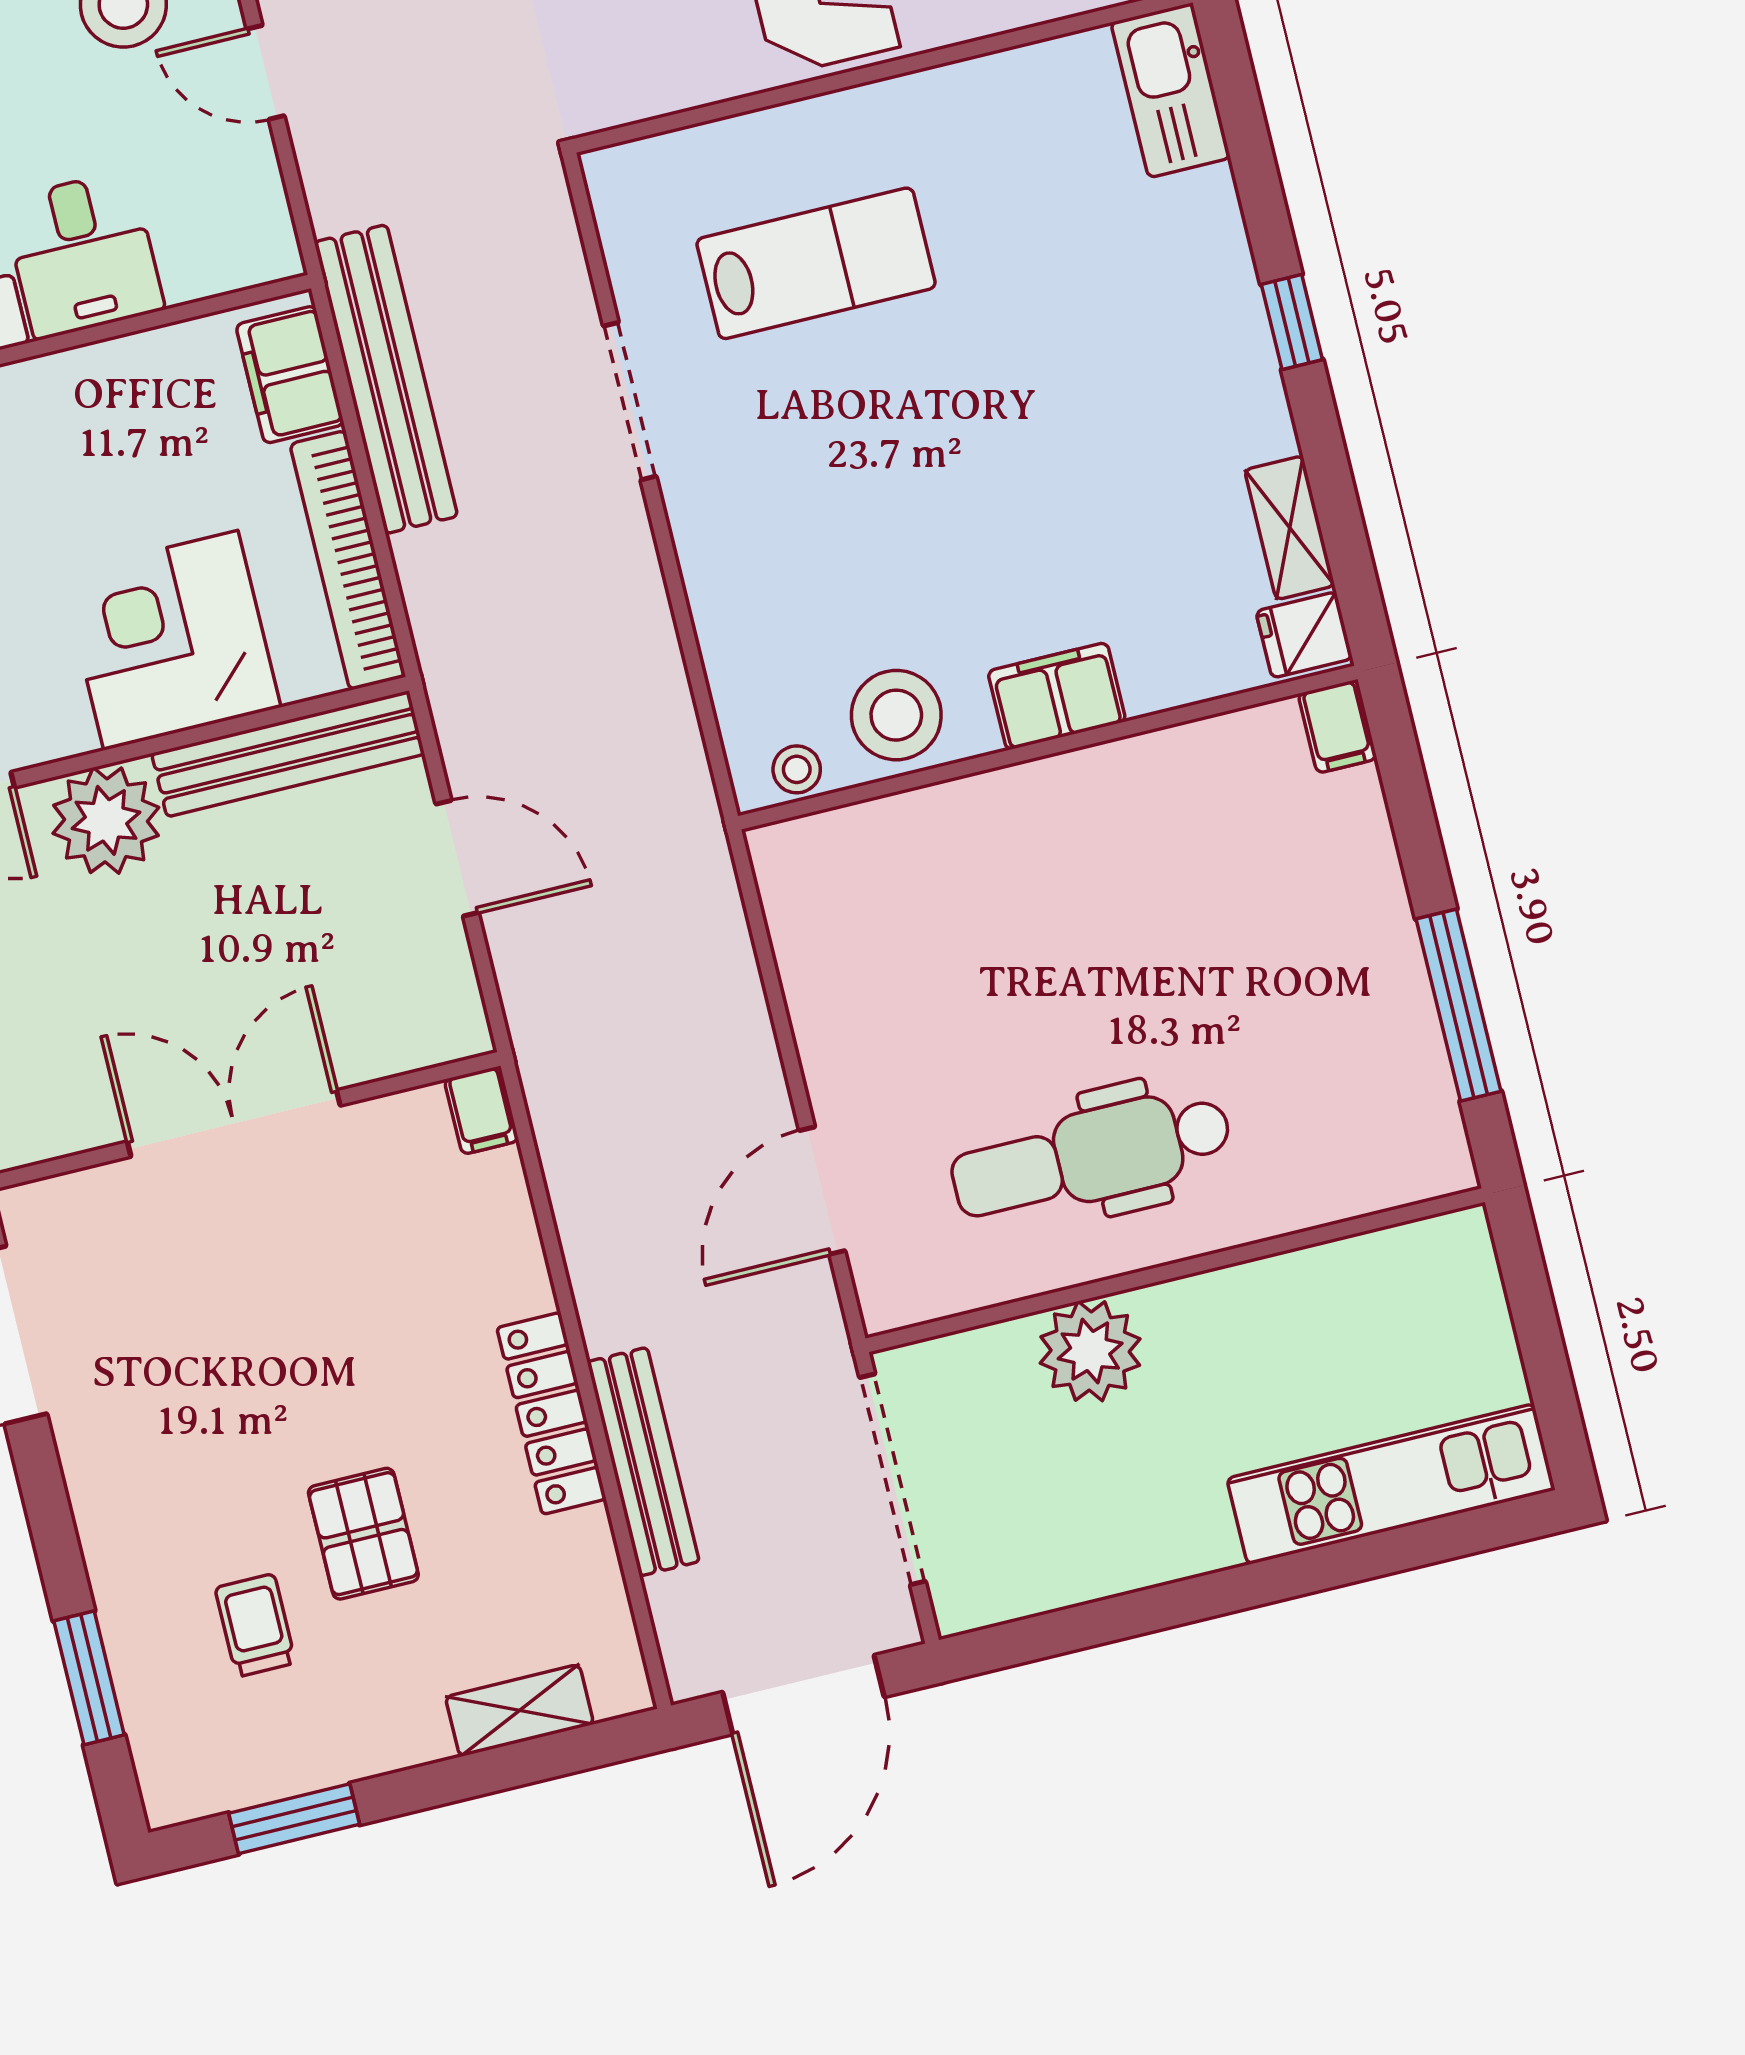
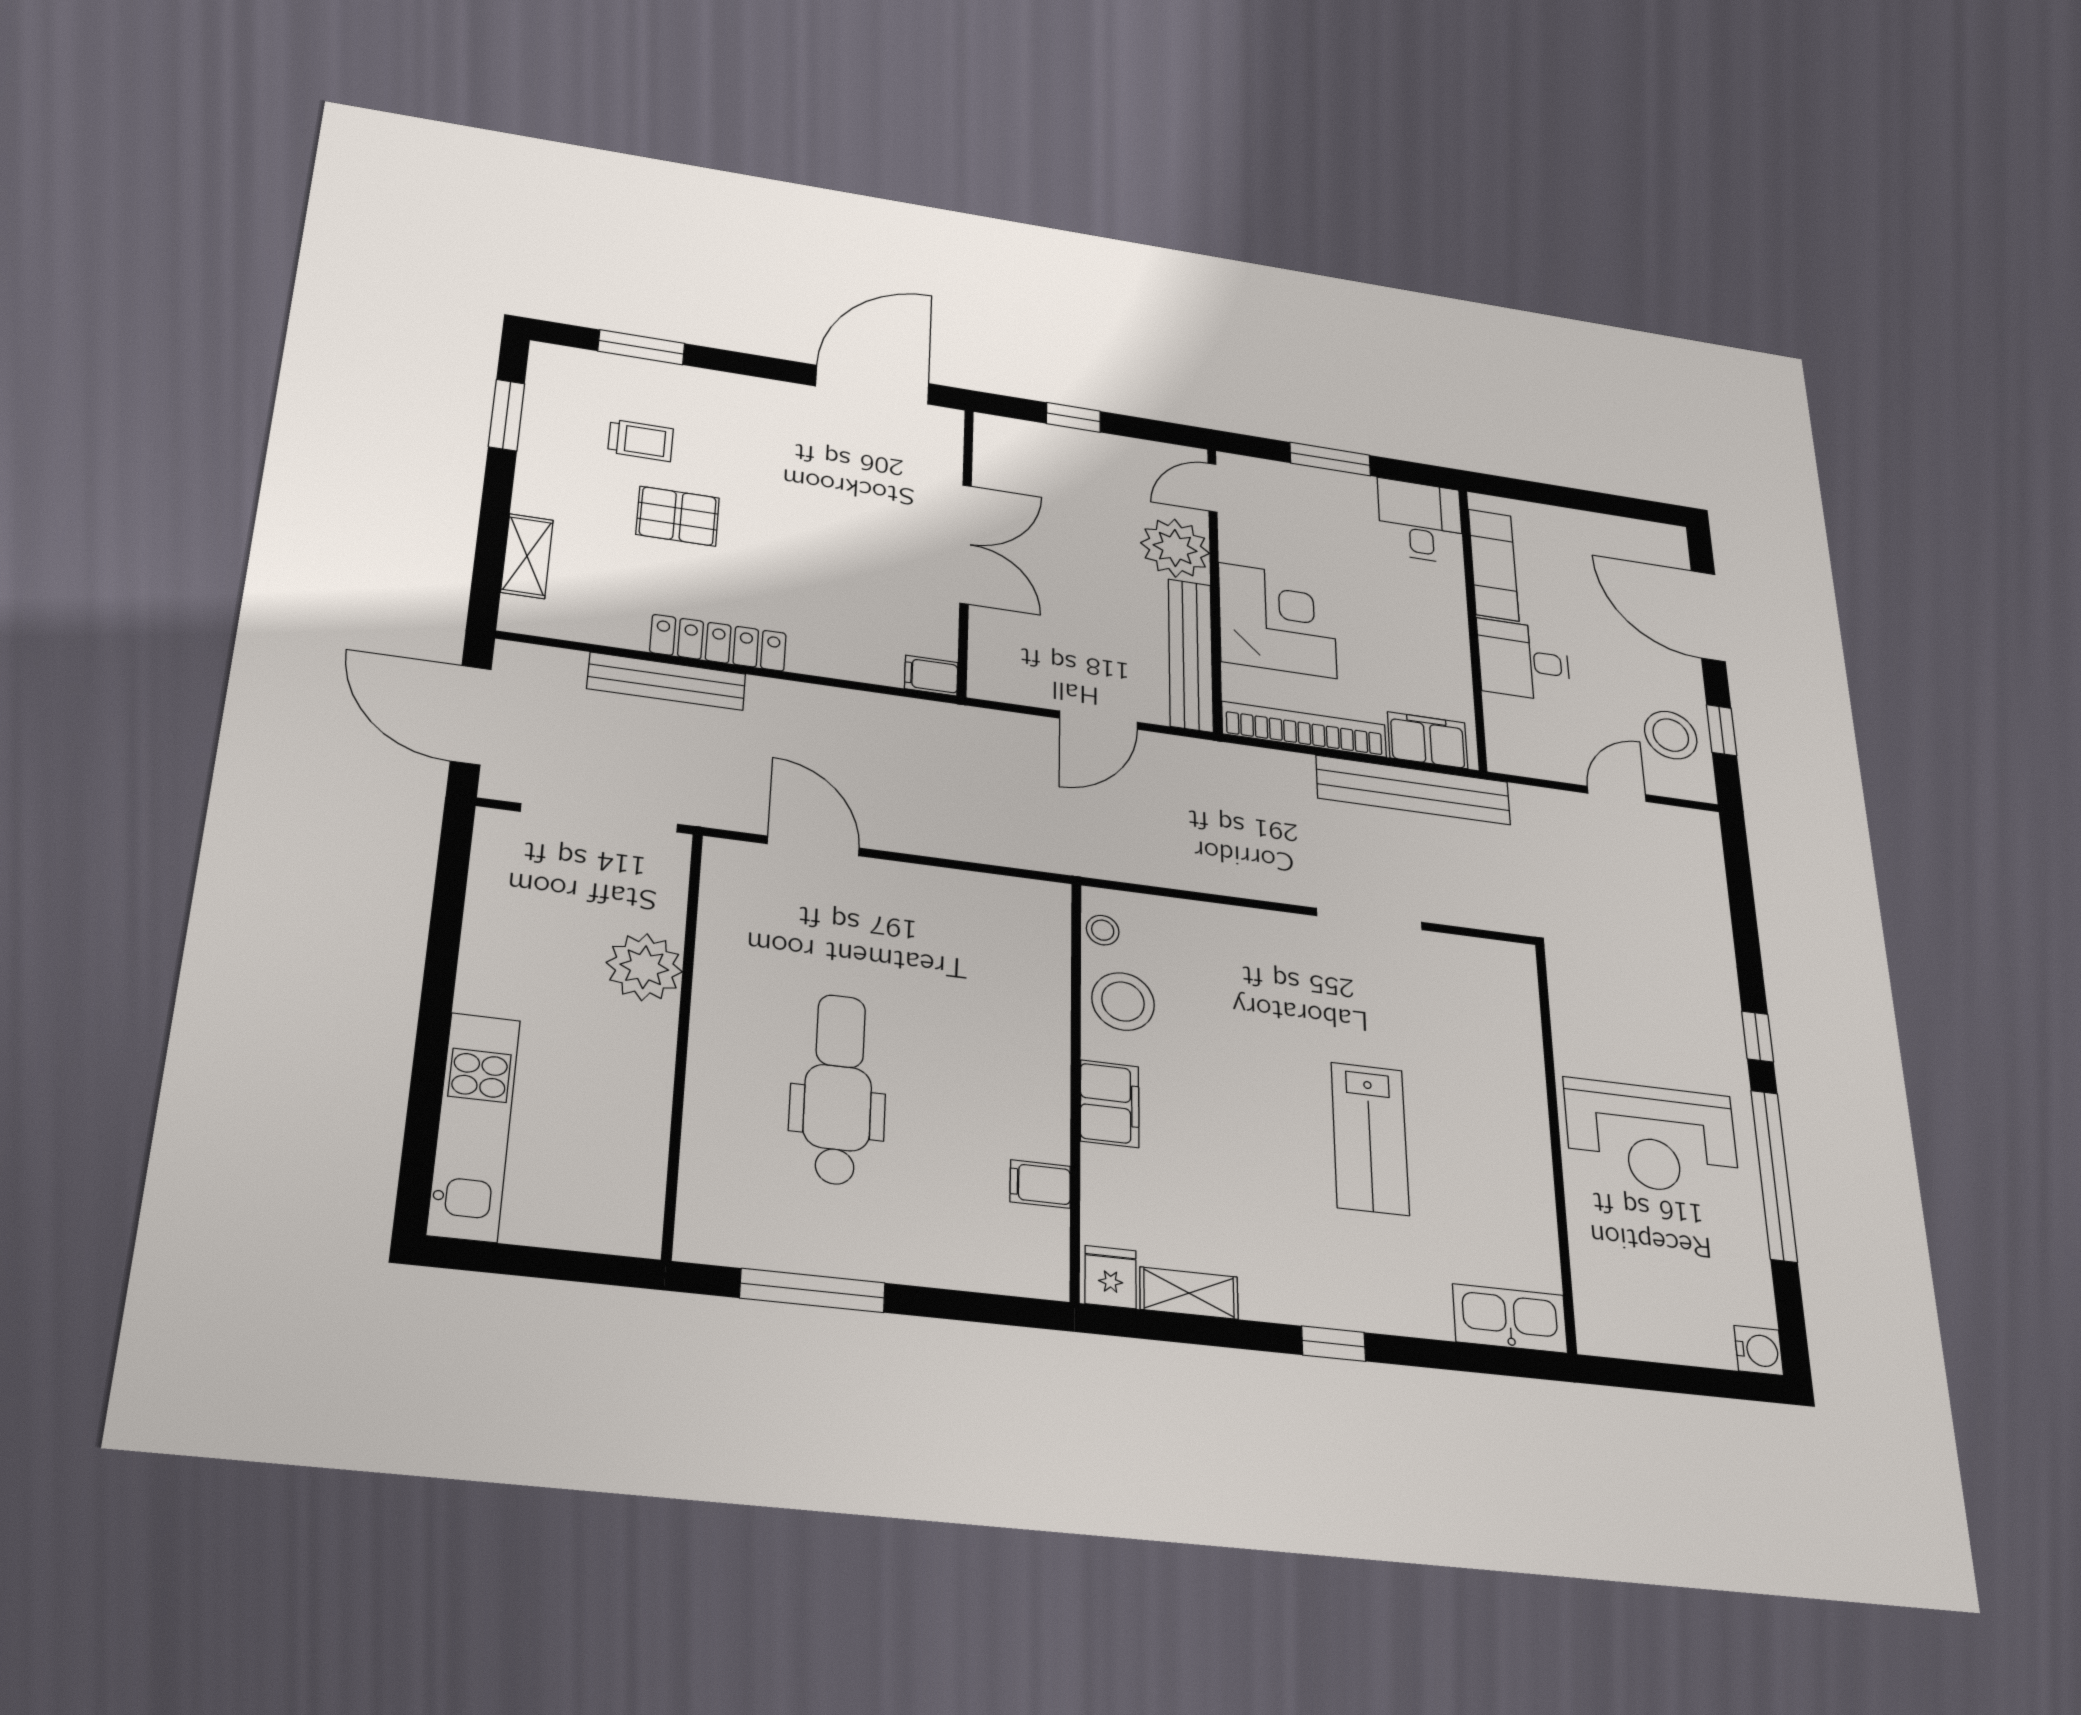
lab bench: (816, 263) -> (1370, 1138), moved
filing cabinet: (1337, 726) -> (1040, 1184), moved
dental chair: (1091, 1156) -> (838, 1089), moved

